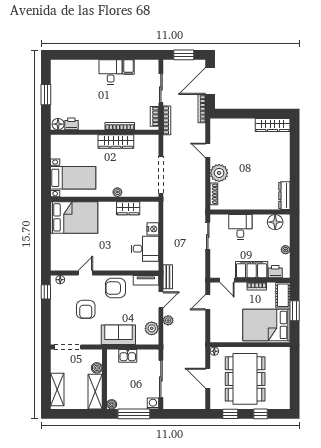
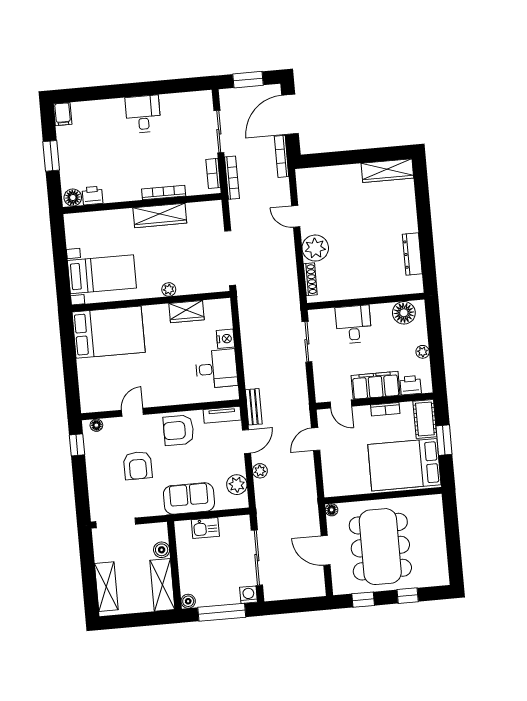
filing cabinet: (129, 67) -> (63, 114), moved
dresser: (284, 196) -> (412, 254), moved

